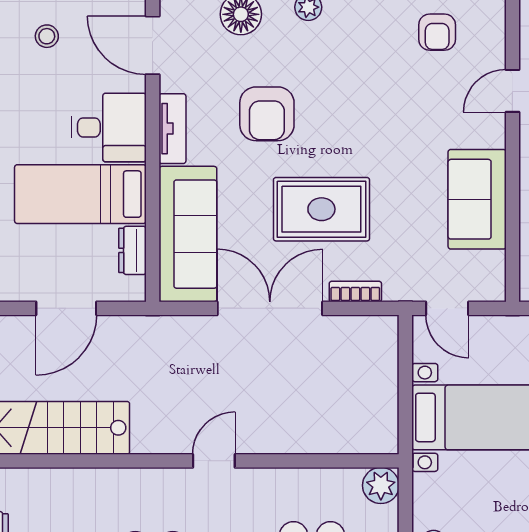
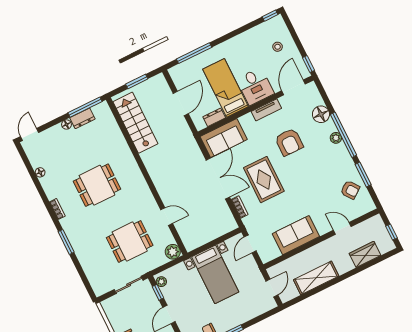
armchair: (437, 32) -> (350, 190), turned -127
armchair: (267, 114) -> (289, 142), turned -90
sofa: (188, 234) -> (224, 138), width x0.73
door: (66, 308) -> (181, 103), swing flipped
door: (214, 461) -> (167, 217), moved

